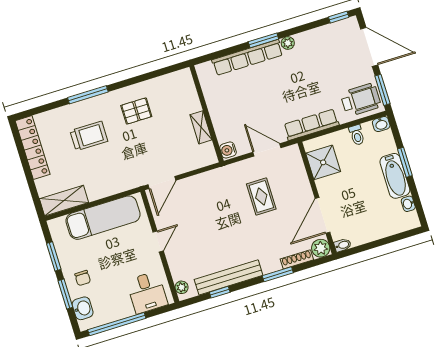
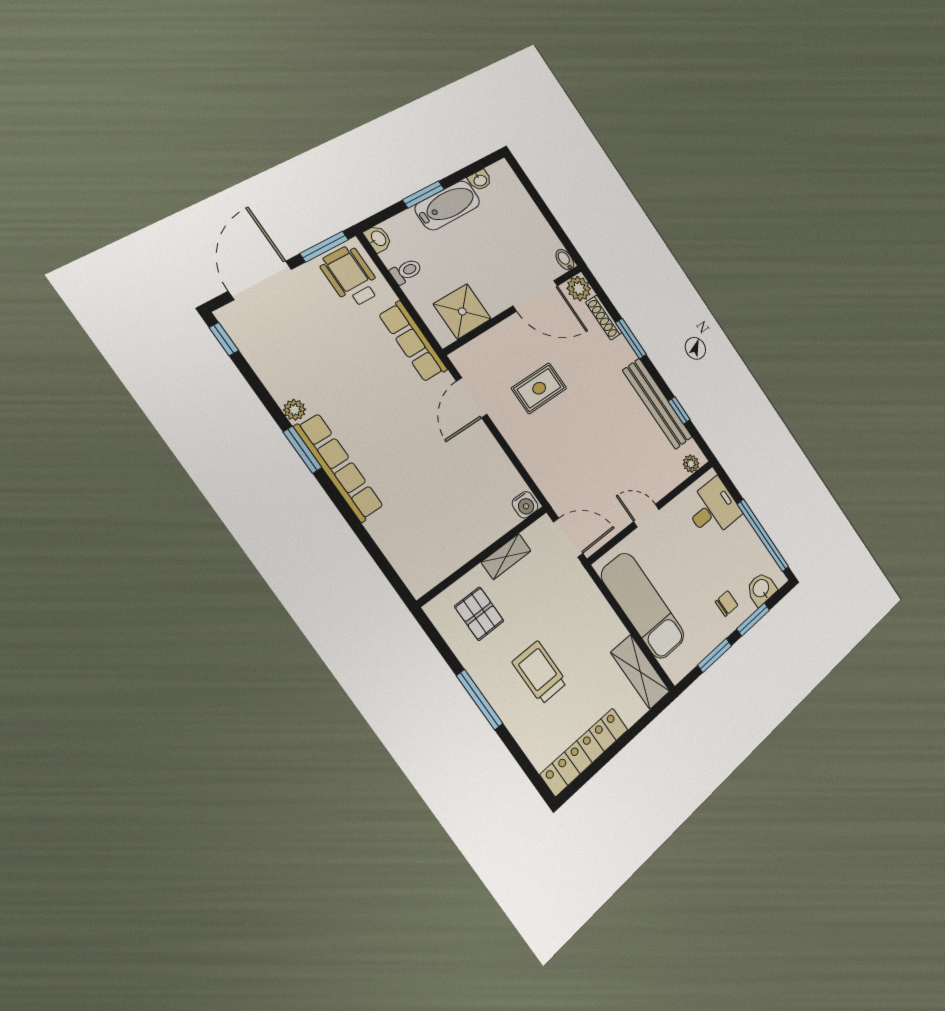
wall: (206, 114) -> (484, 555), moved
shelving: (201, 127) -> (506, 556), moved
water cooler: (228, 150) -> (525, 505), moved

